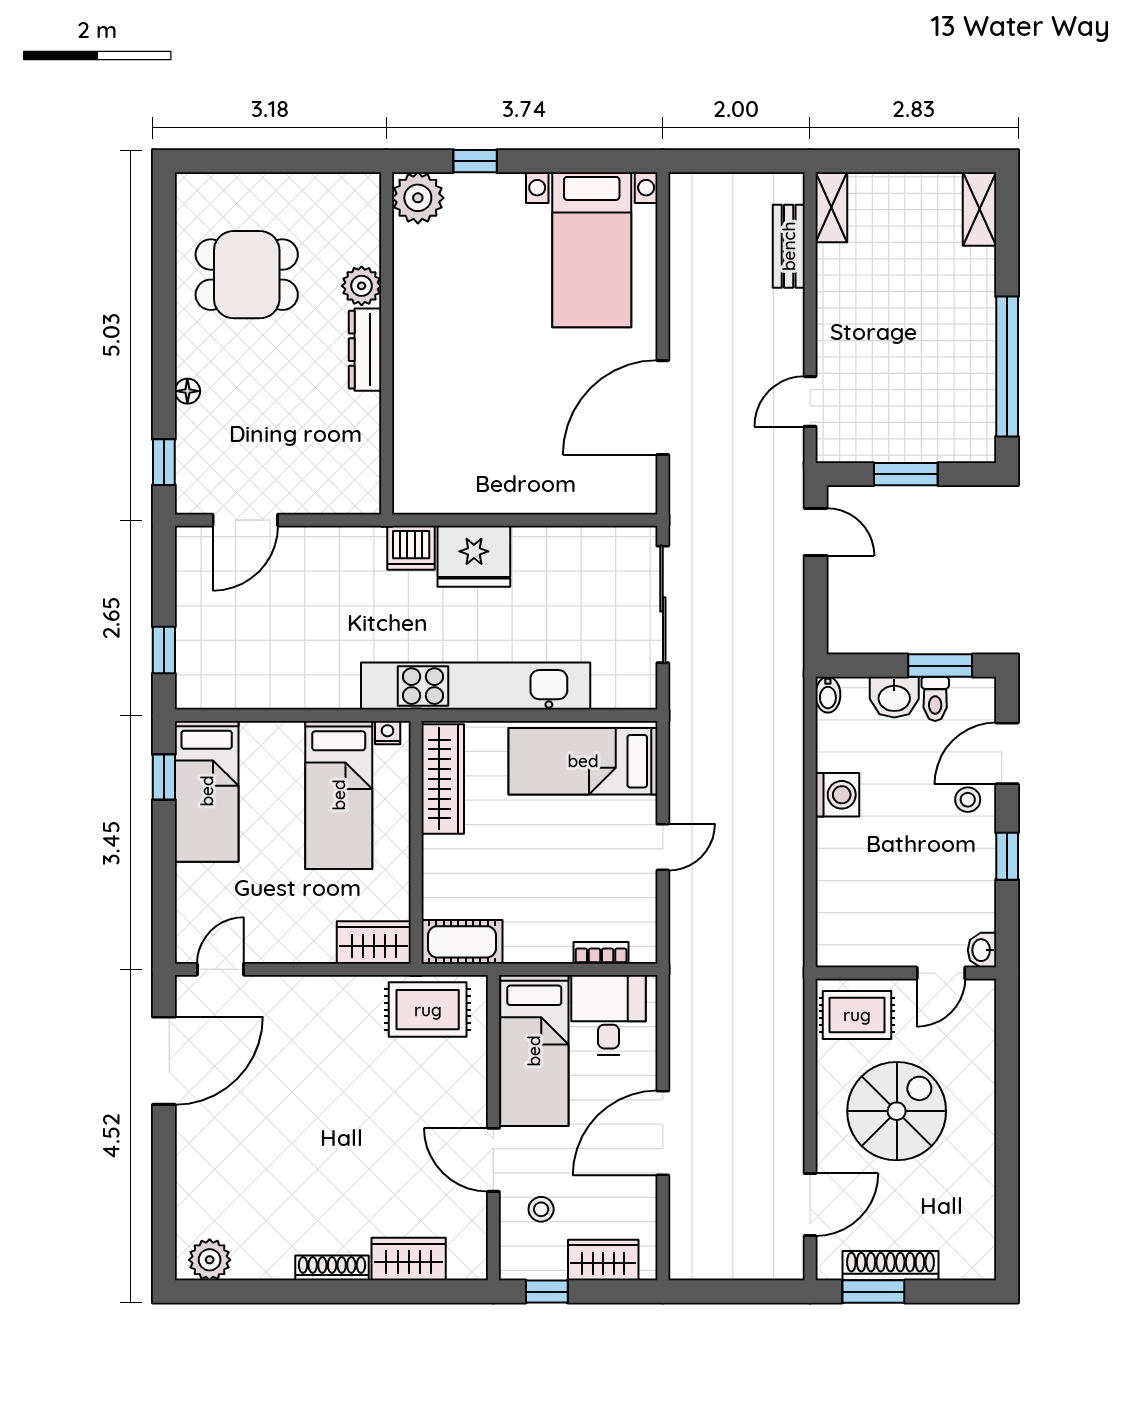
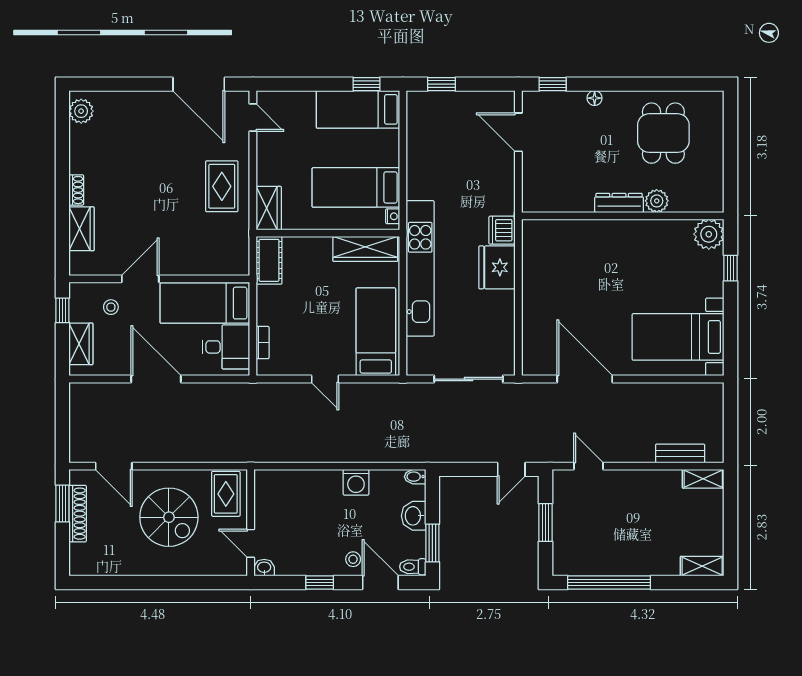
toilet: (935, 699) -> (413, 567), moved
rug: (428, 1010) -> (222, 186), moved
shoe rack: (332, 1268) -> (76, 190), width x0.70

